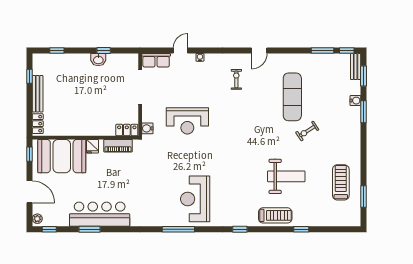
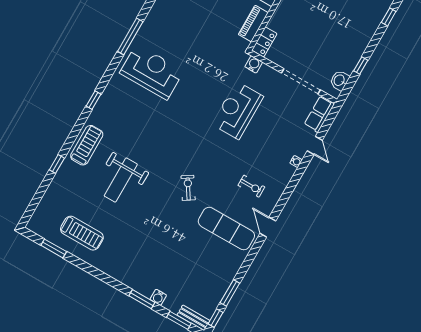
washbasin: (98, 60) -> (340, 80), moved
exercise mat: (292, 97) -> (226, 229), moved
exercise bike: (307, 131) -> (188, 188), moved
treadmill: (275, 215) -> (87, 145), turned 180

